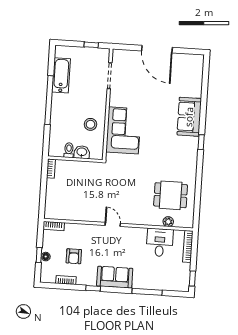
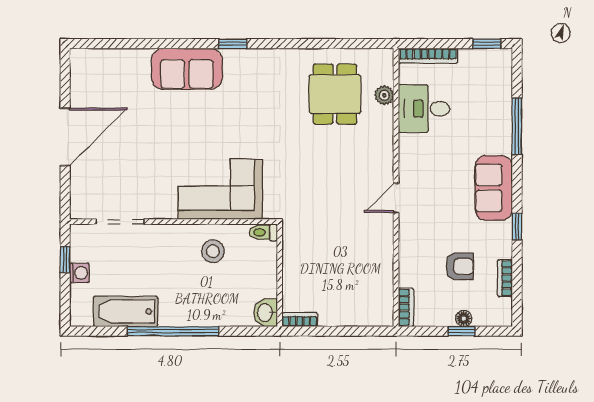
washing machine: (84, 52) -> (79, 273), added
toilet: (69, 150) -> (263, 232), moved
washbasin: (82, 152) -> (266, 313), moved

